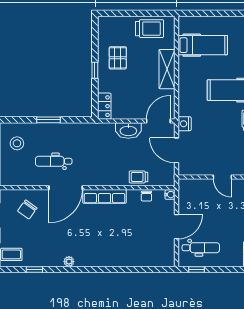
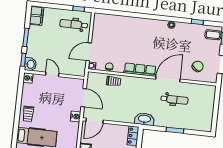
washbasin: (128, 130) -> (144, 119), moved
stool: (17, 143) -> (200, 116), removed
door: (176, 227) -> (89, 52), moved

